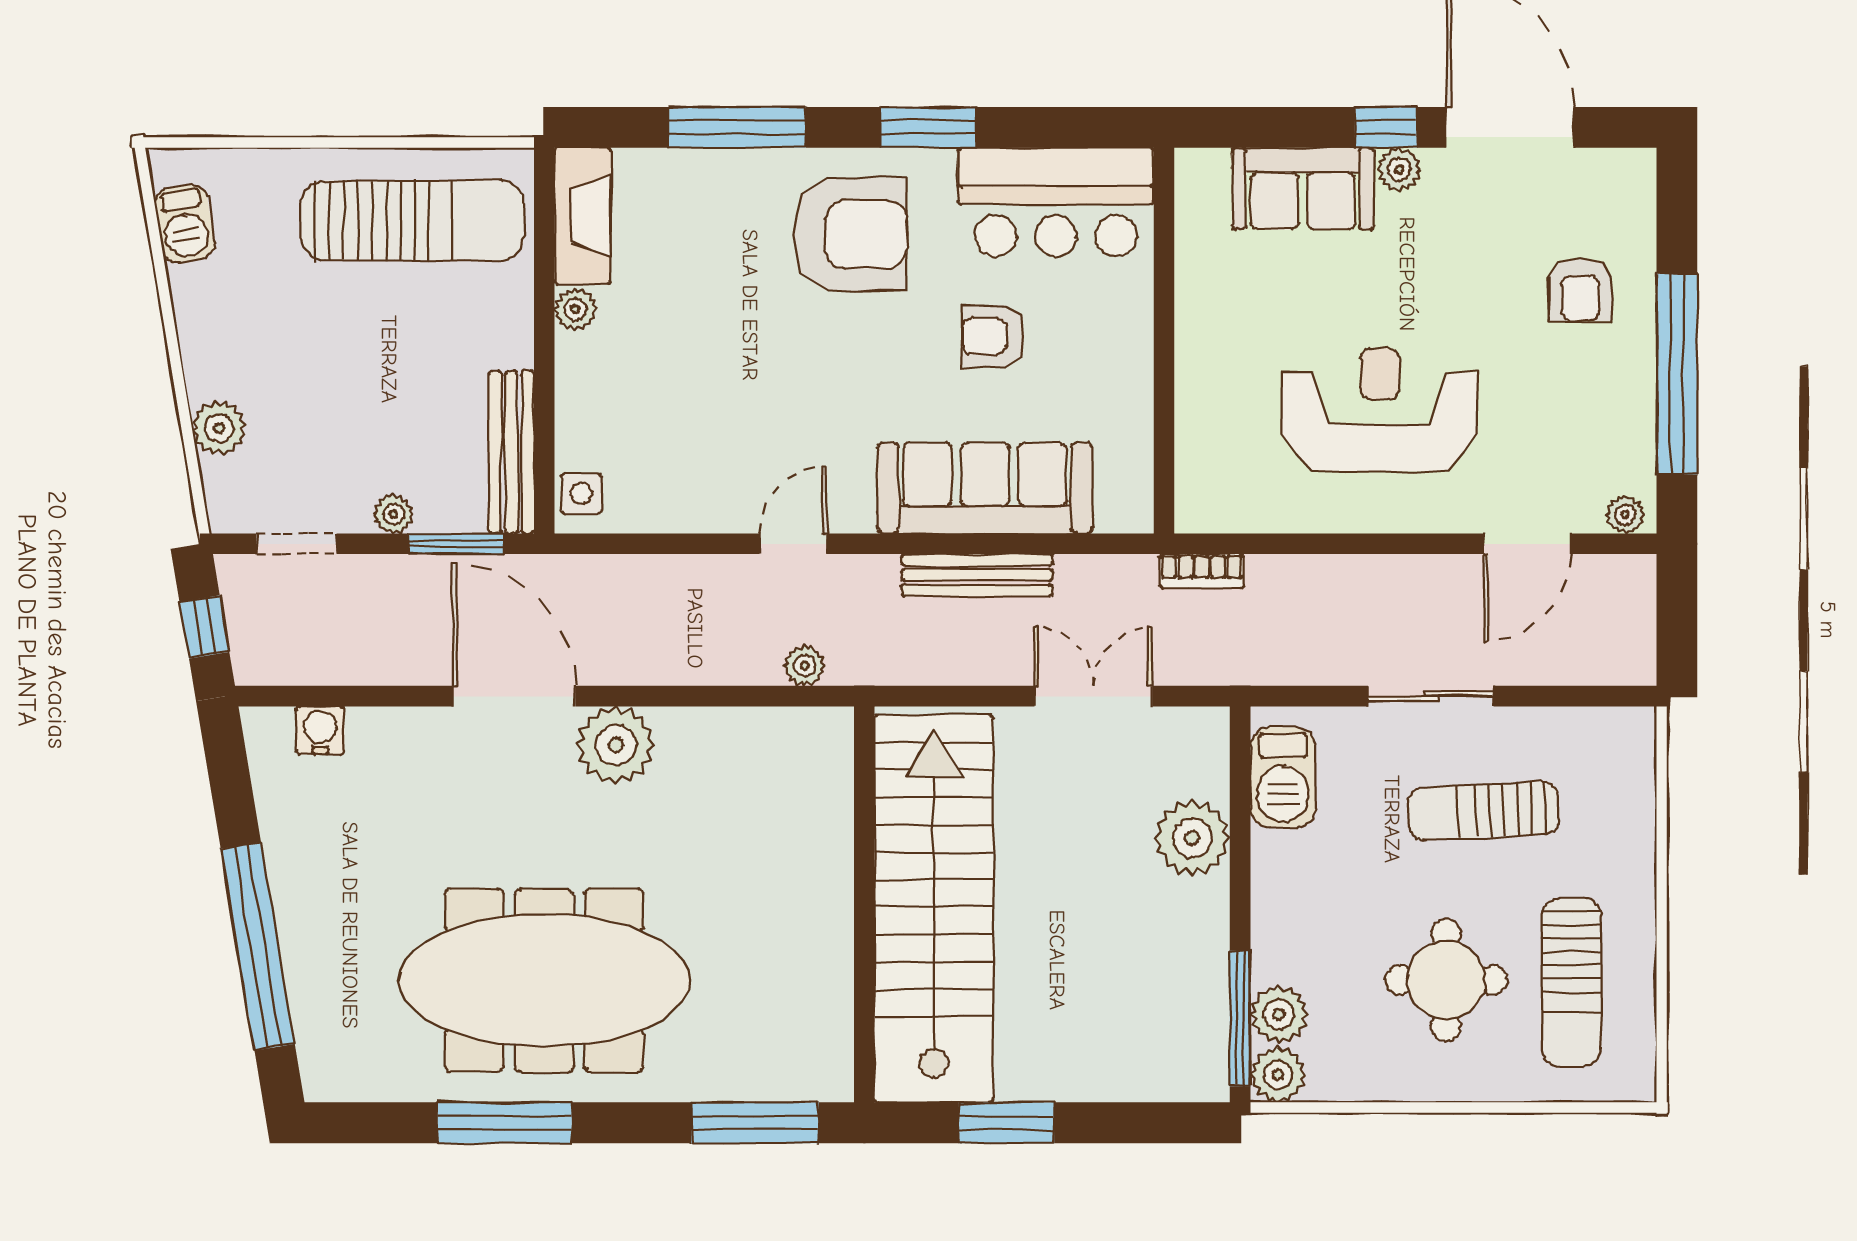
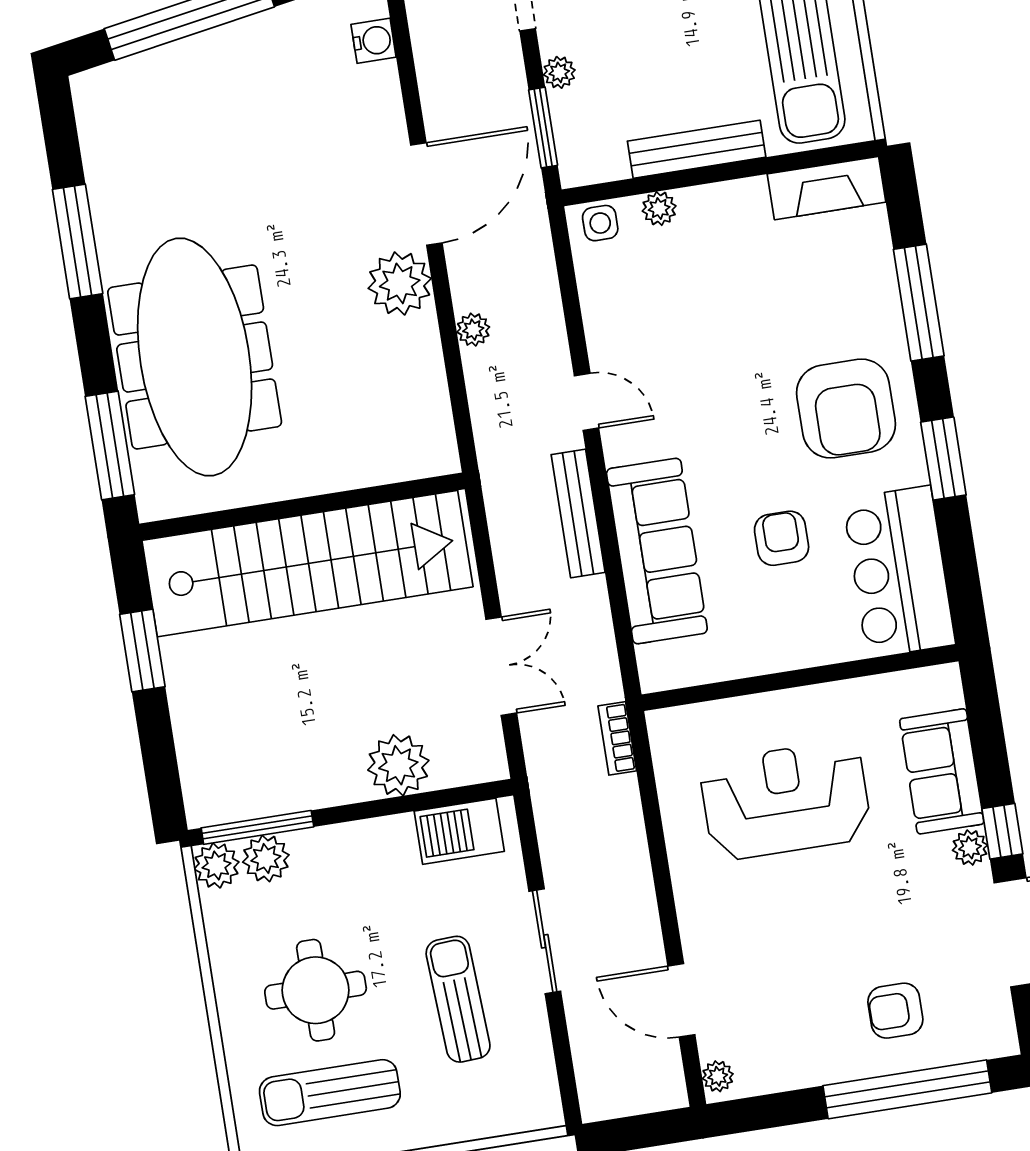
plant: (575, 309) -> (659, 208), moved
window: (1677, 374) -> (907, 1089), moved
reception desk: (1380, 410) -> (786, 800), moved, turned -90
bench: (511, 452) -> (697, 149), moved
bench: (977, 575) -> (578, 513), moved
plant: (805, 666) -> (473, 330), moved
meeting table: (544, 980) -> (195, 357), moved

